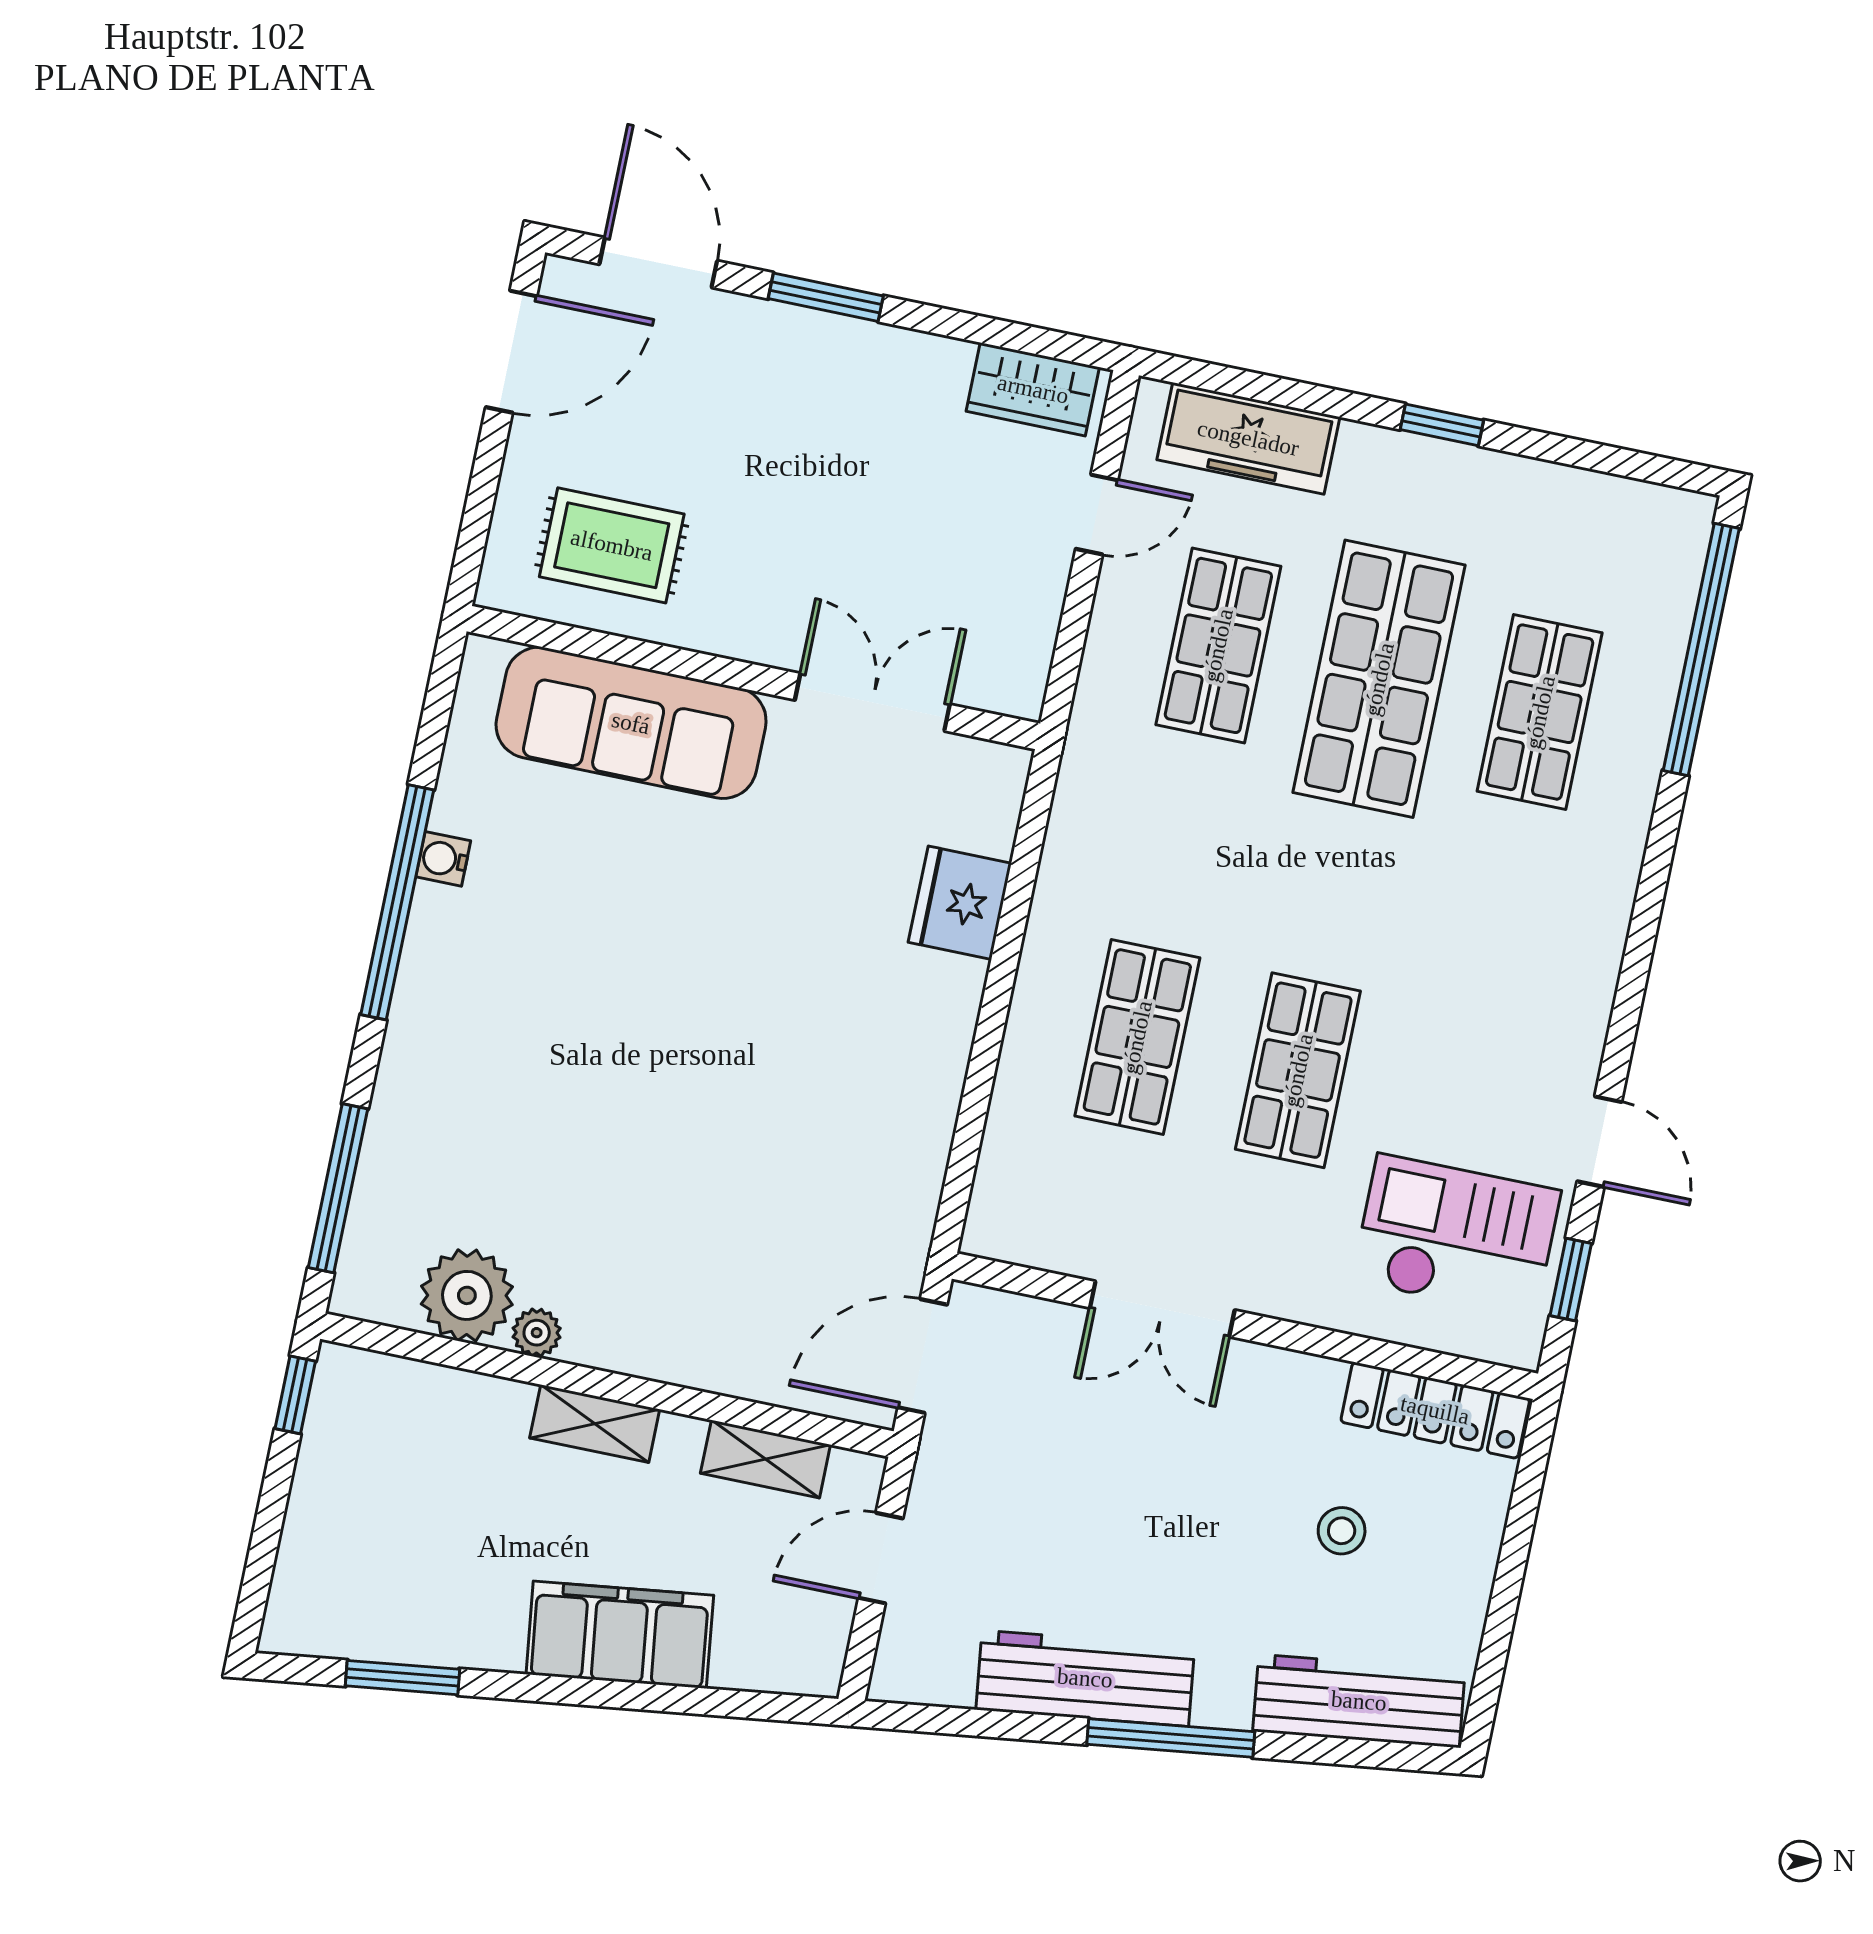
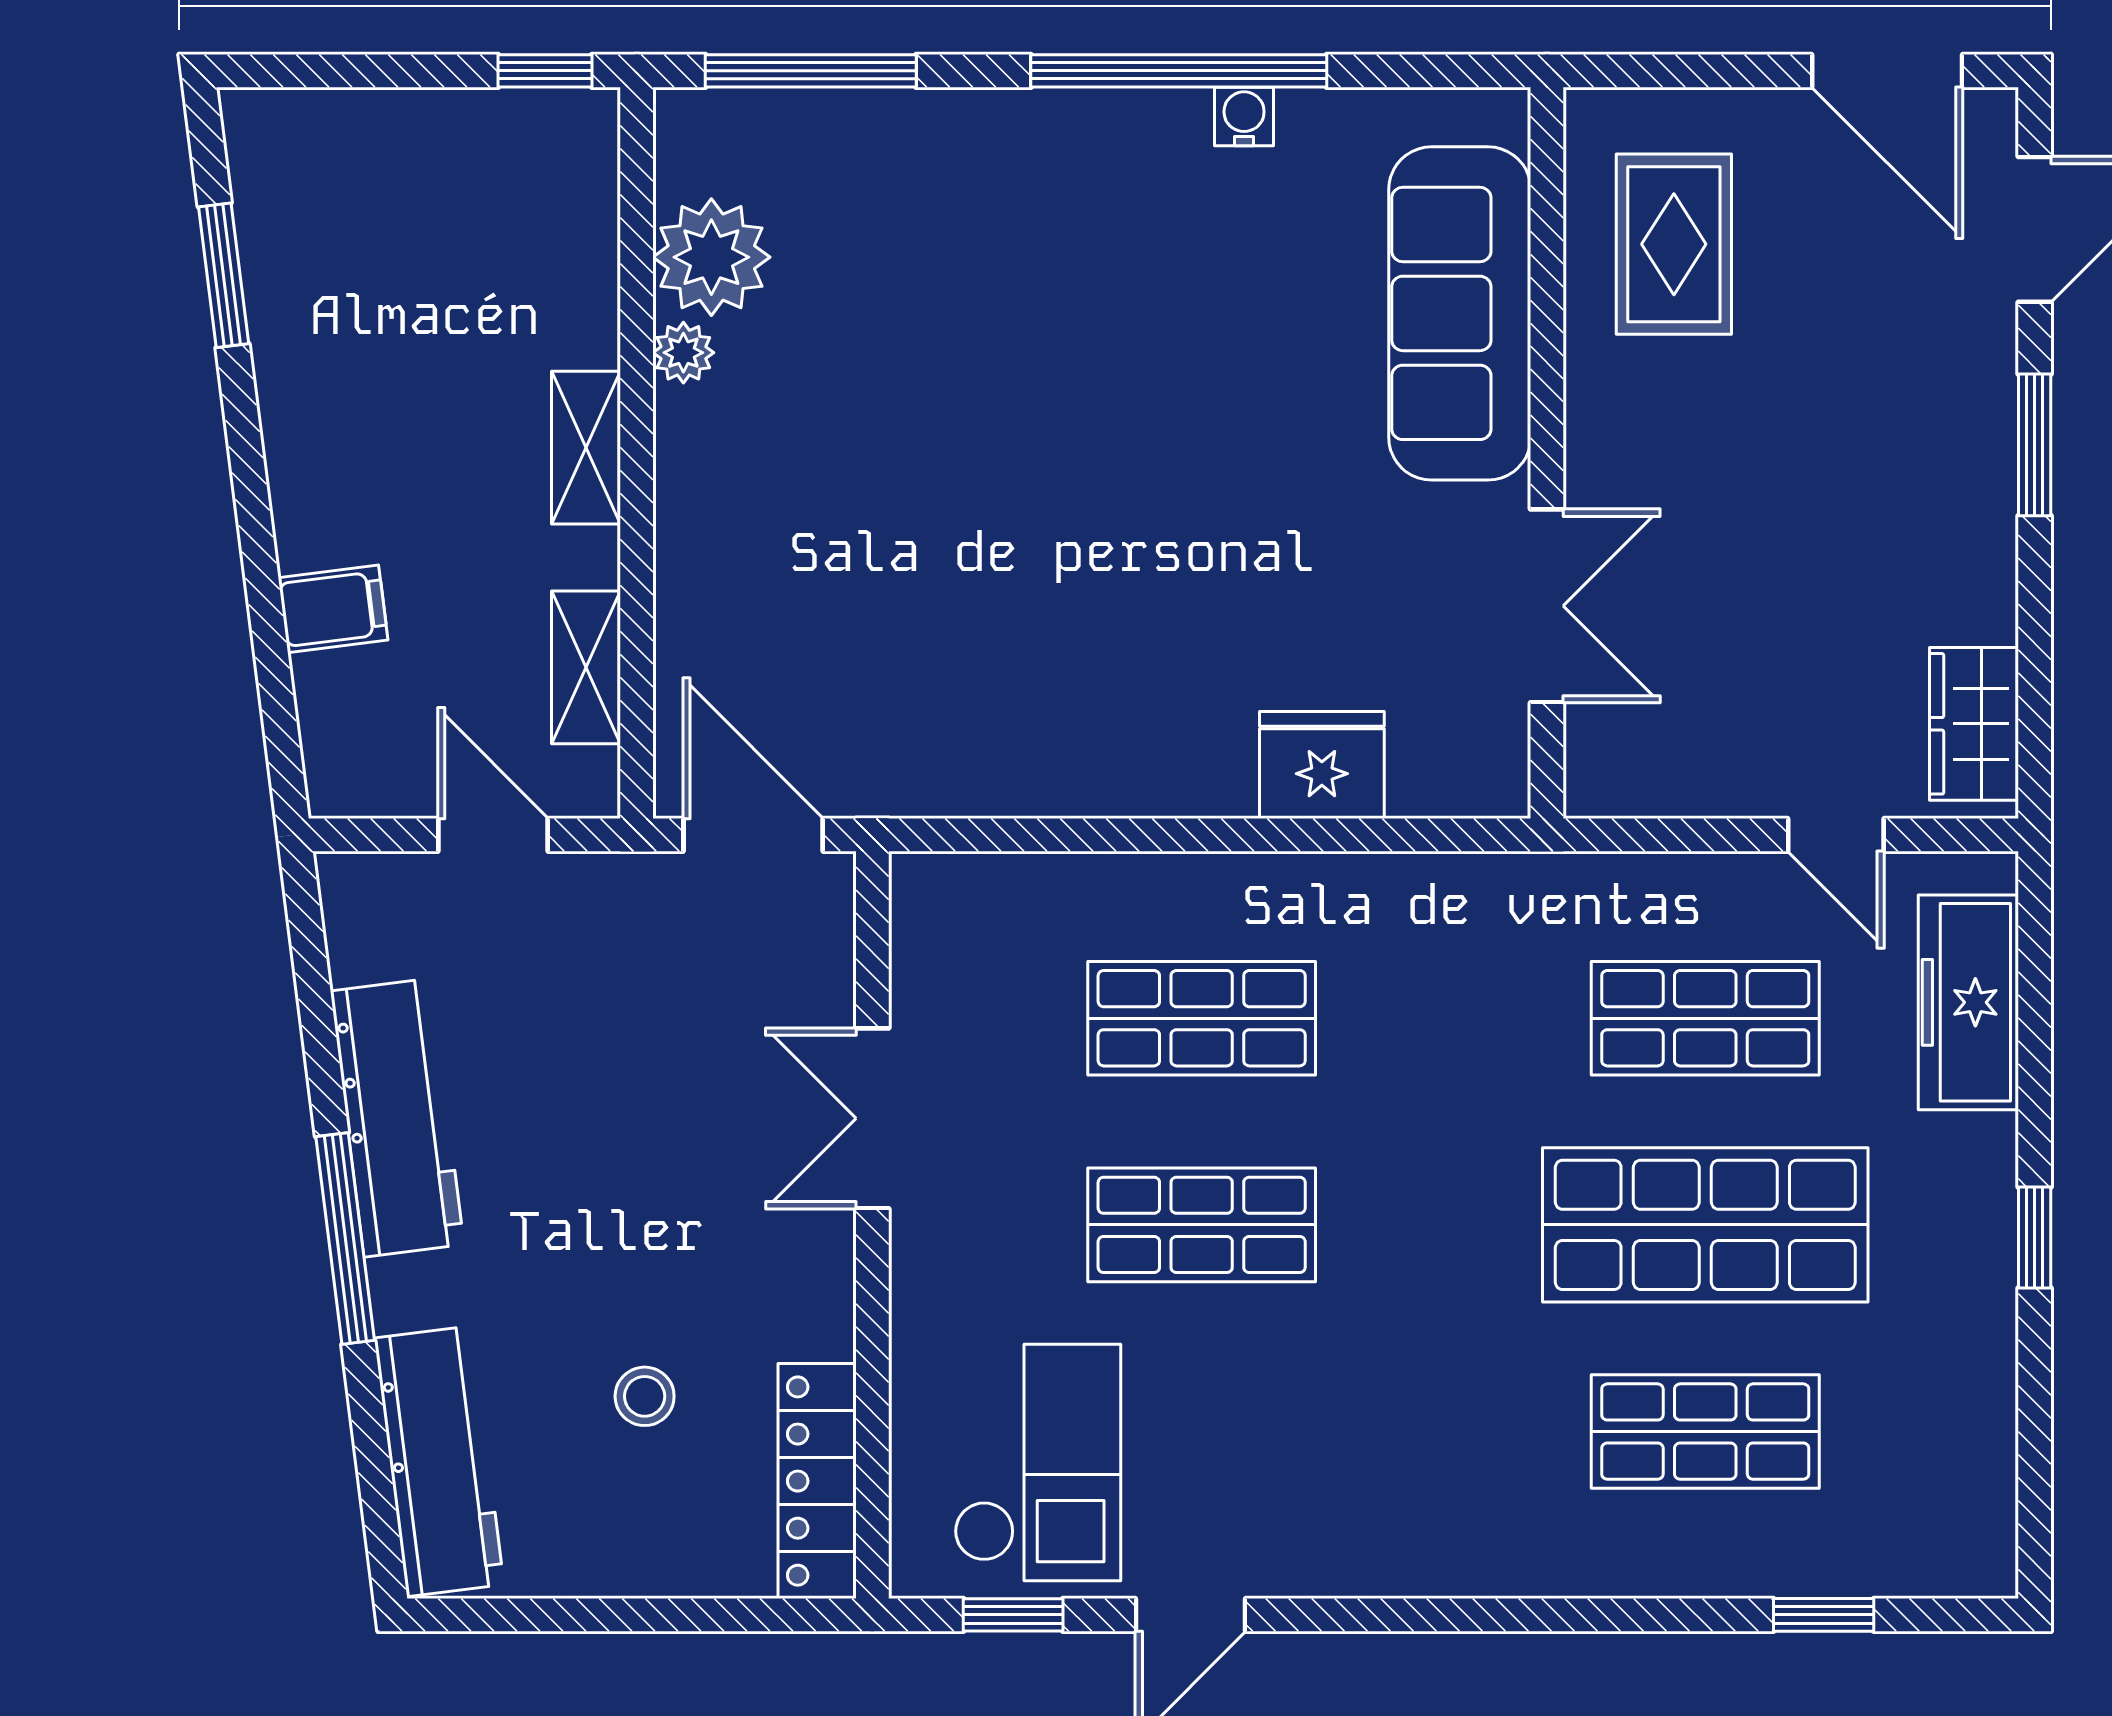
window: (1701, 650) -> (1824, 1615), width x0.32
filing cabinet: (620, 1635) -> (333, 609), width x0.33, depth x0.86

